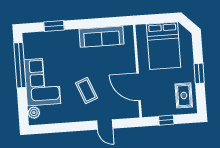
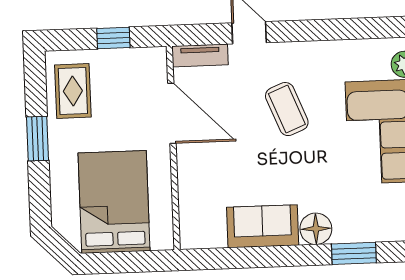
floor lamp: (72, 37) -> (316, 229), added
sofa: (102, 37) -> (263, 226), width x0.73
tv unit: (127, 113) -> (200, 55), added

